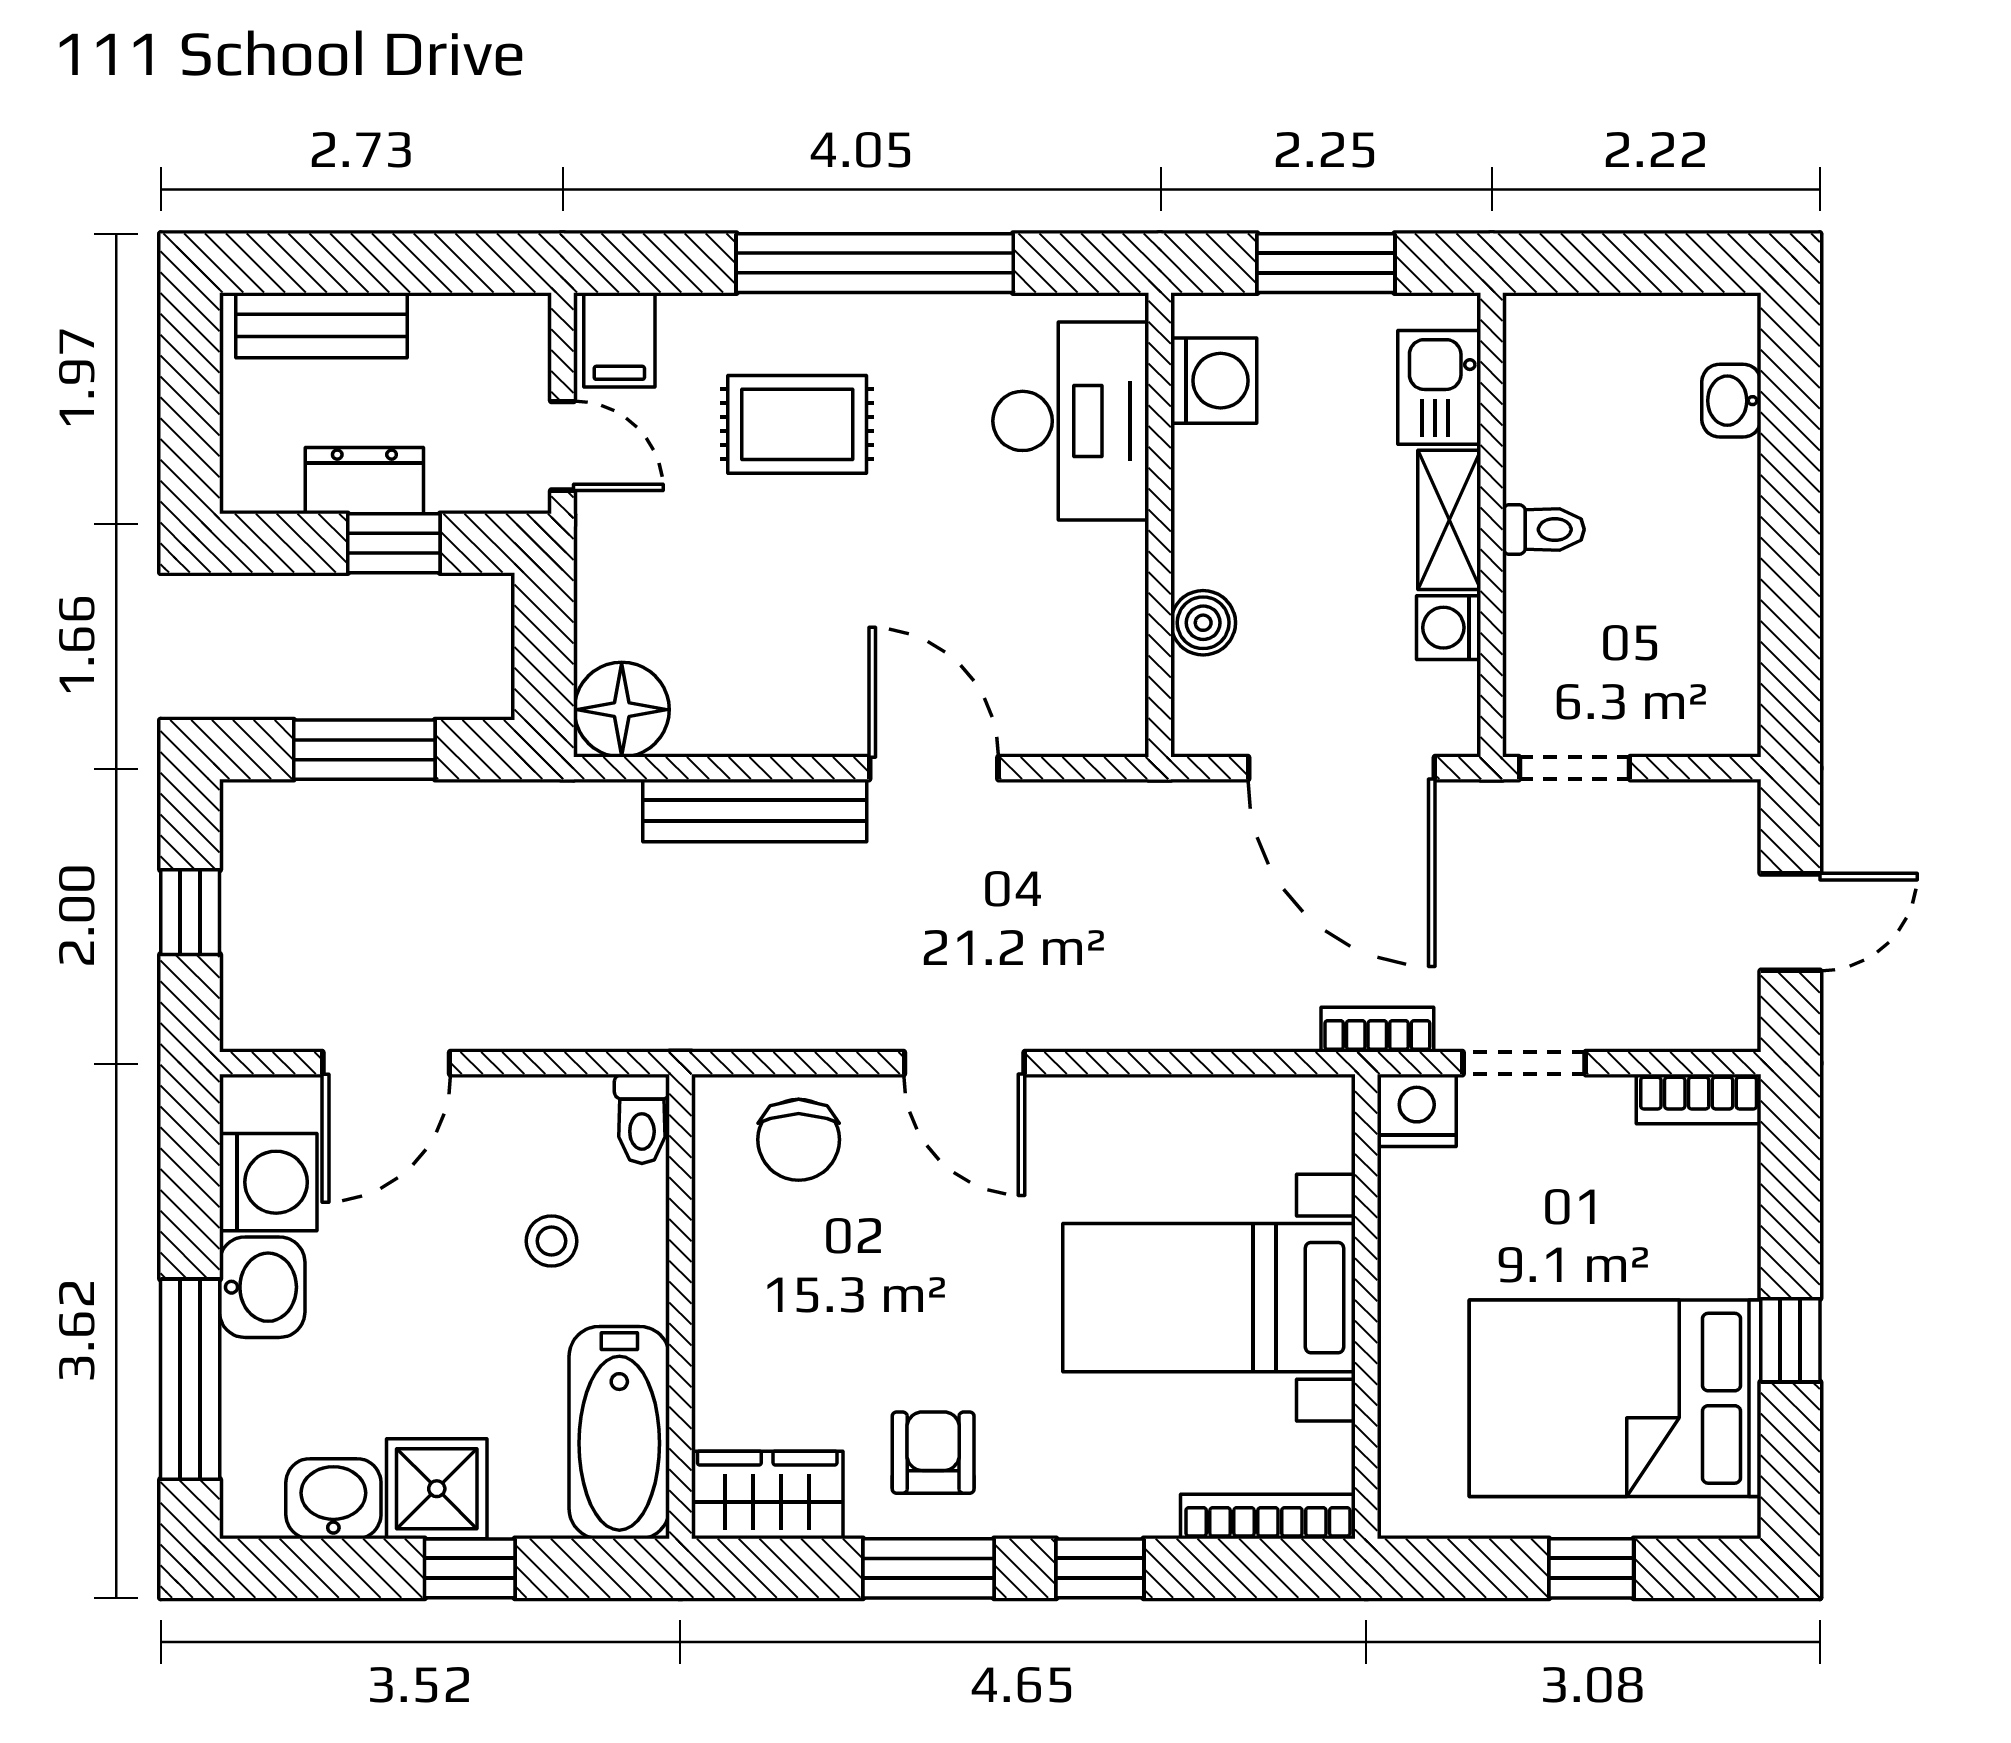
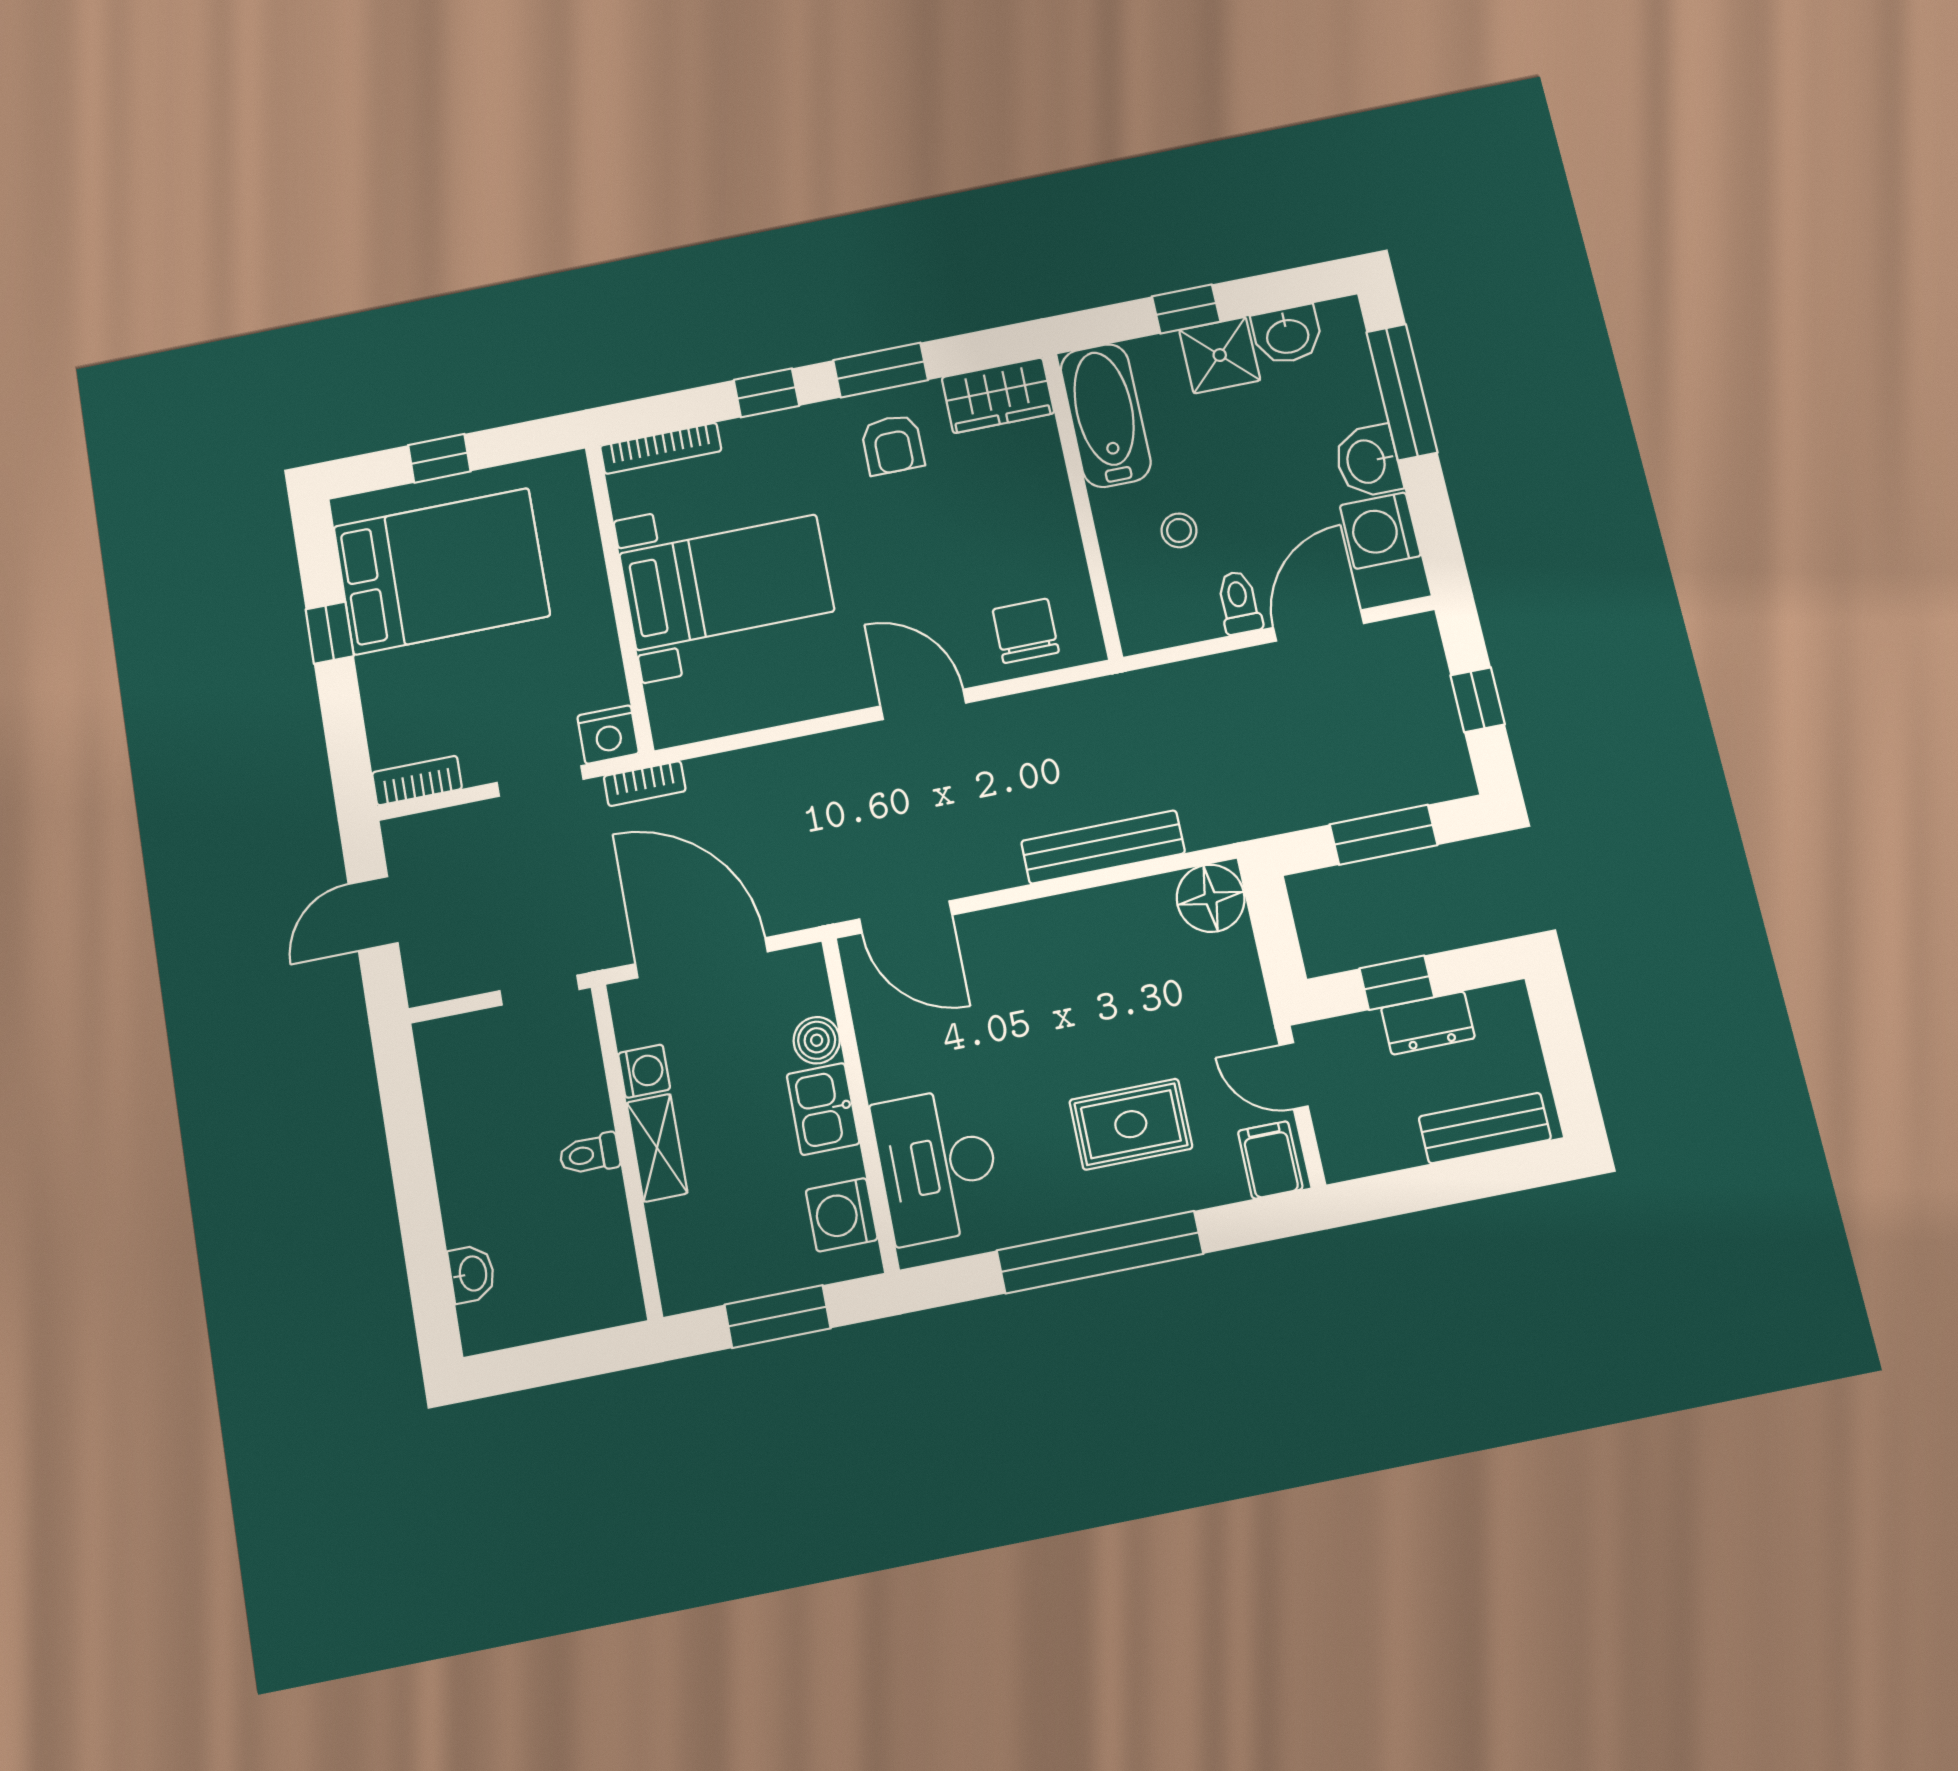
kitchen sink: (1439, 387) -> (823, 1109), moved, turned 180
door: (934, 768) -> (906, 917), moved
toilet: (642, 1119) -> (1239, 603), moved

